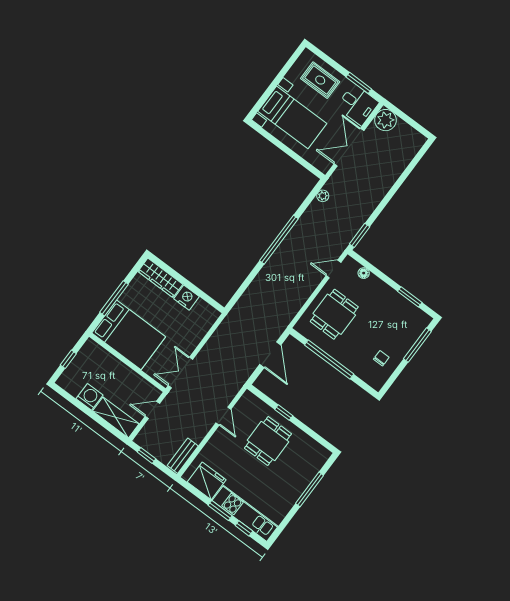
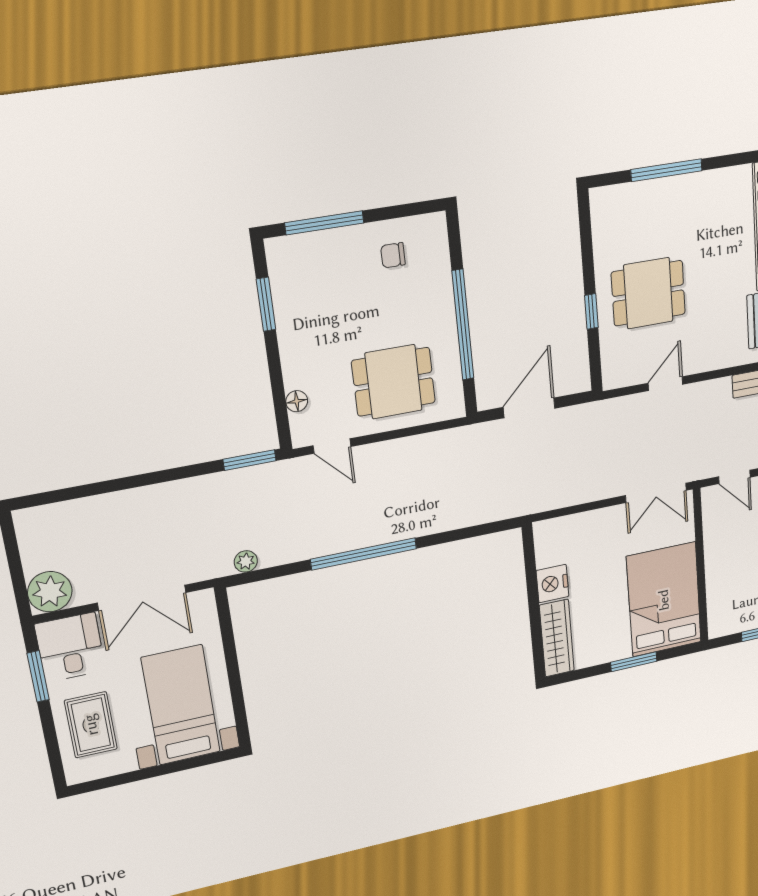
window: (114, 298) -> (634, 662), width x0.69

